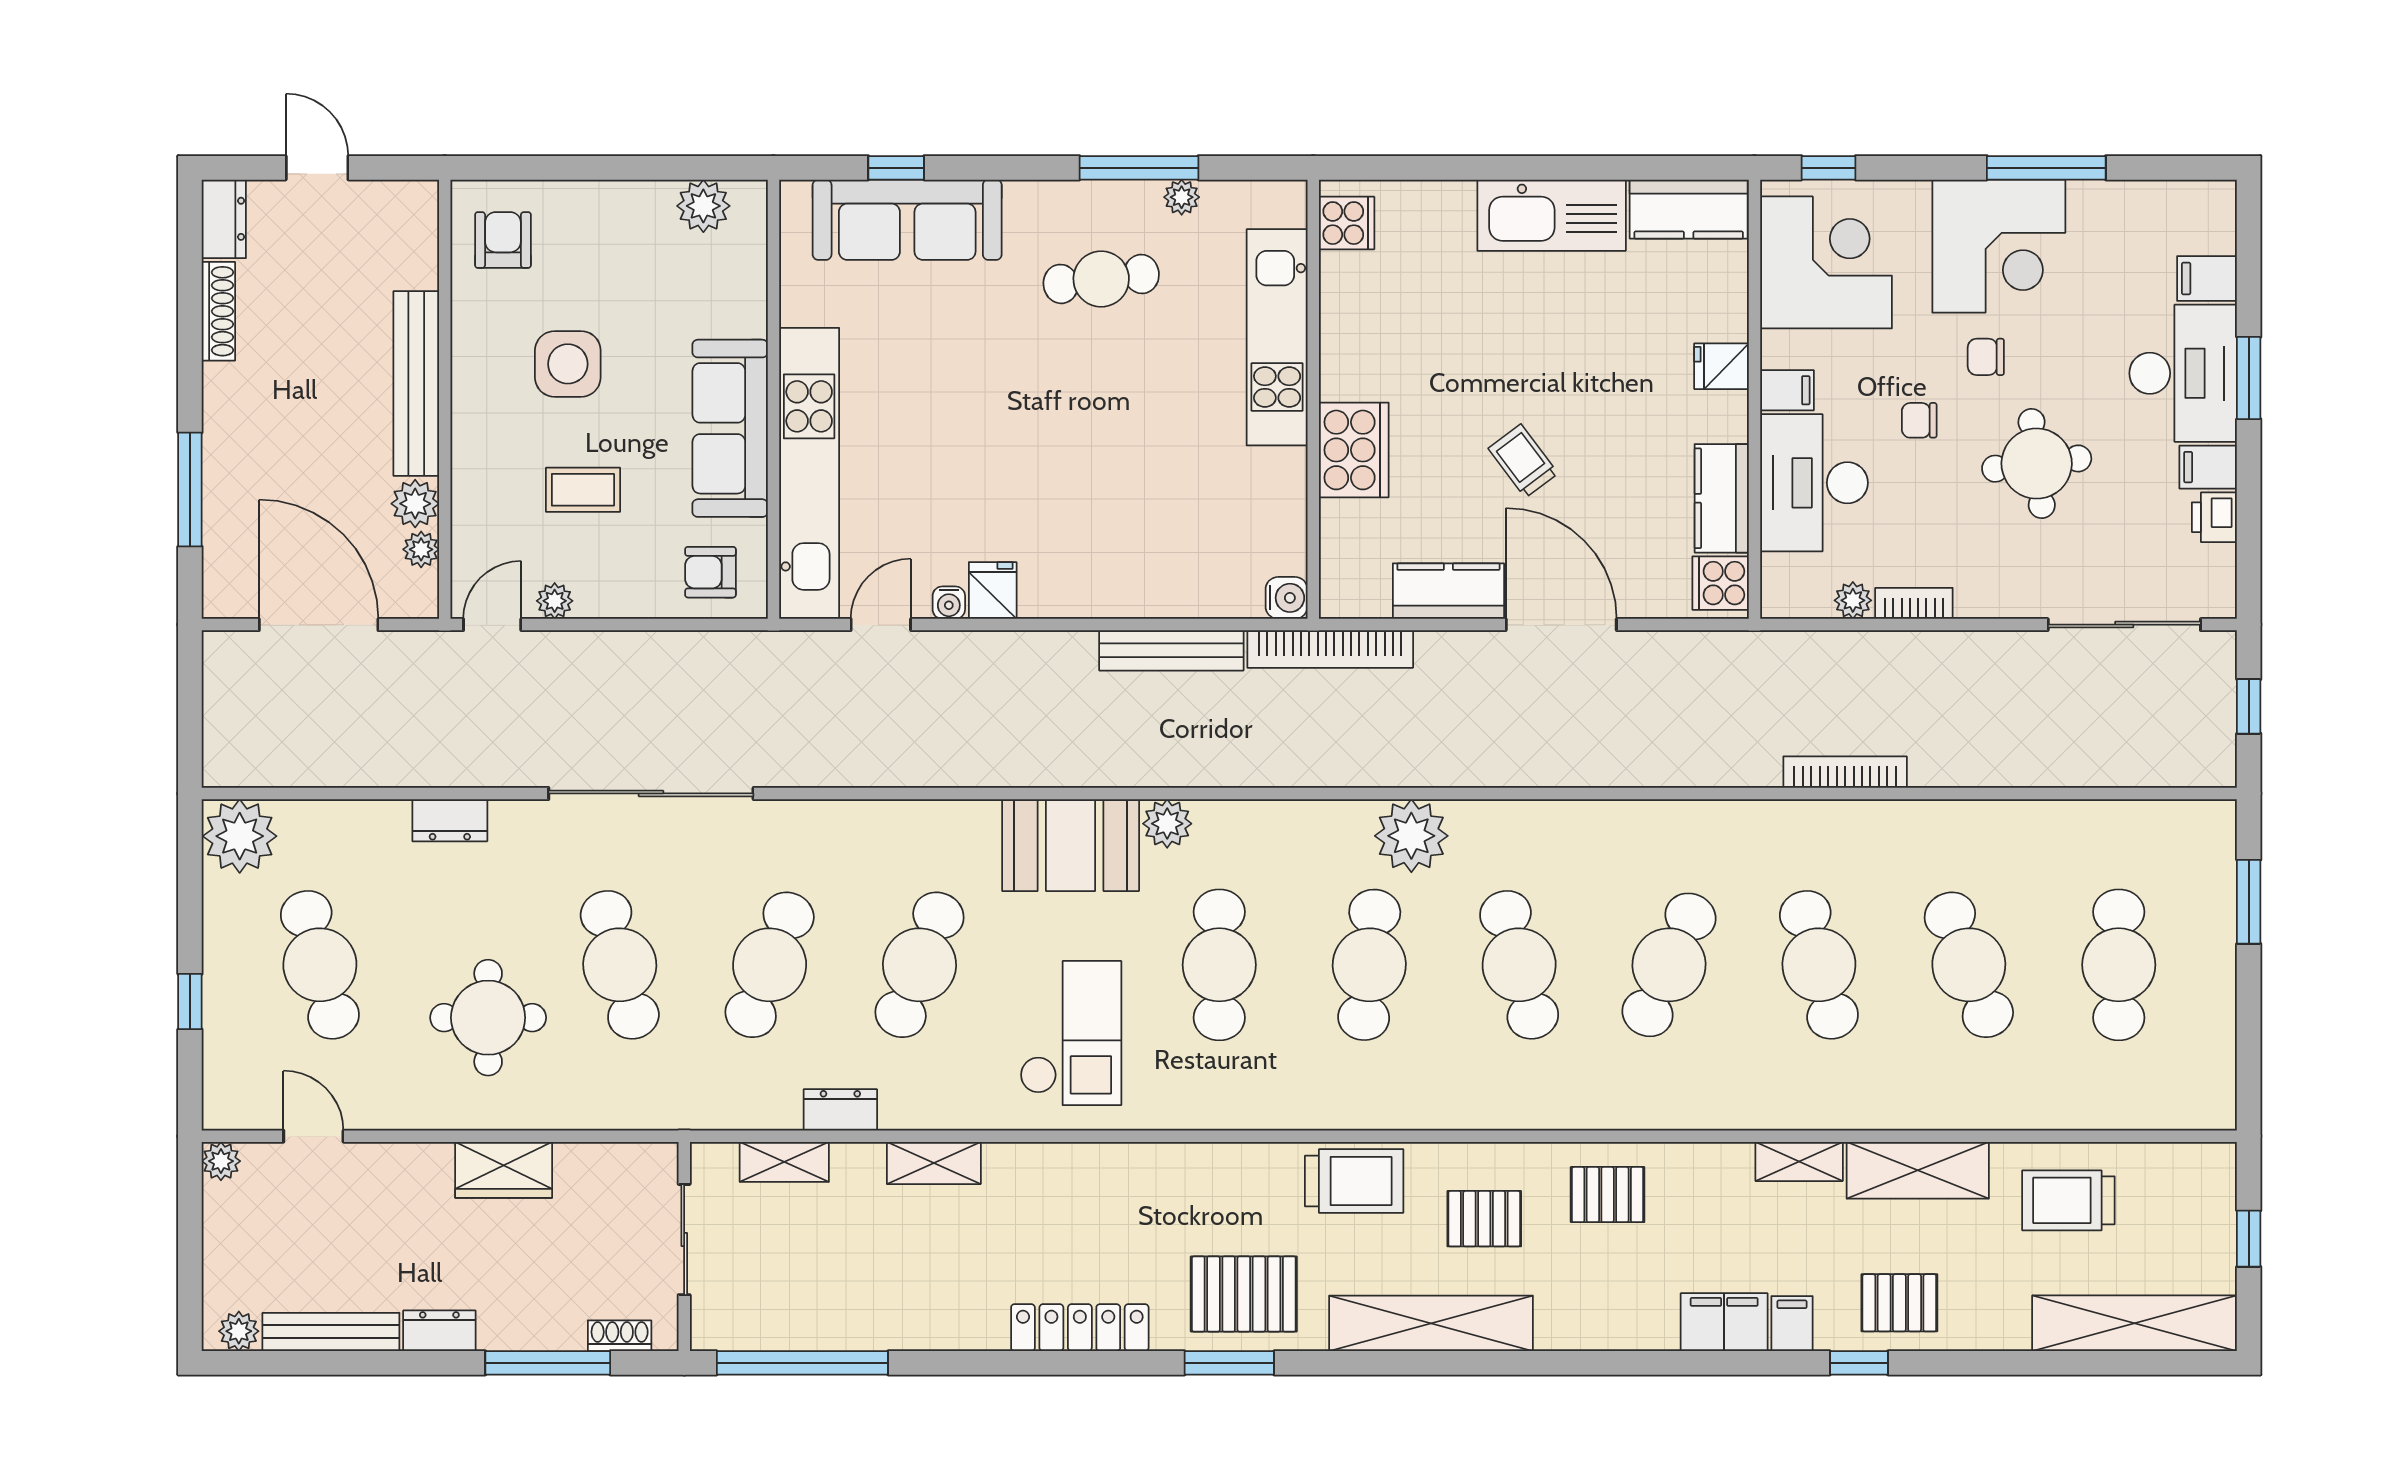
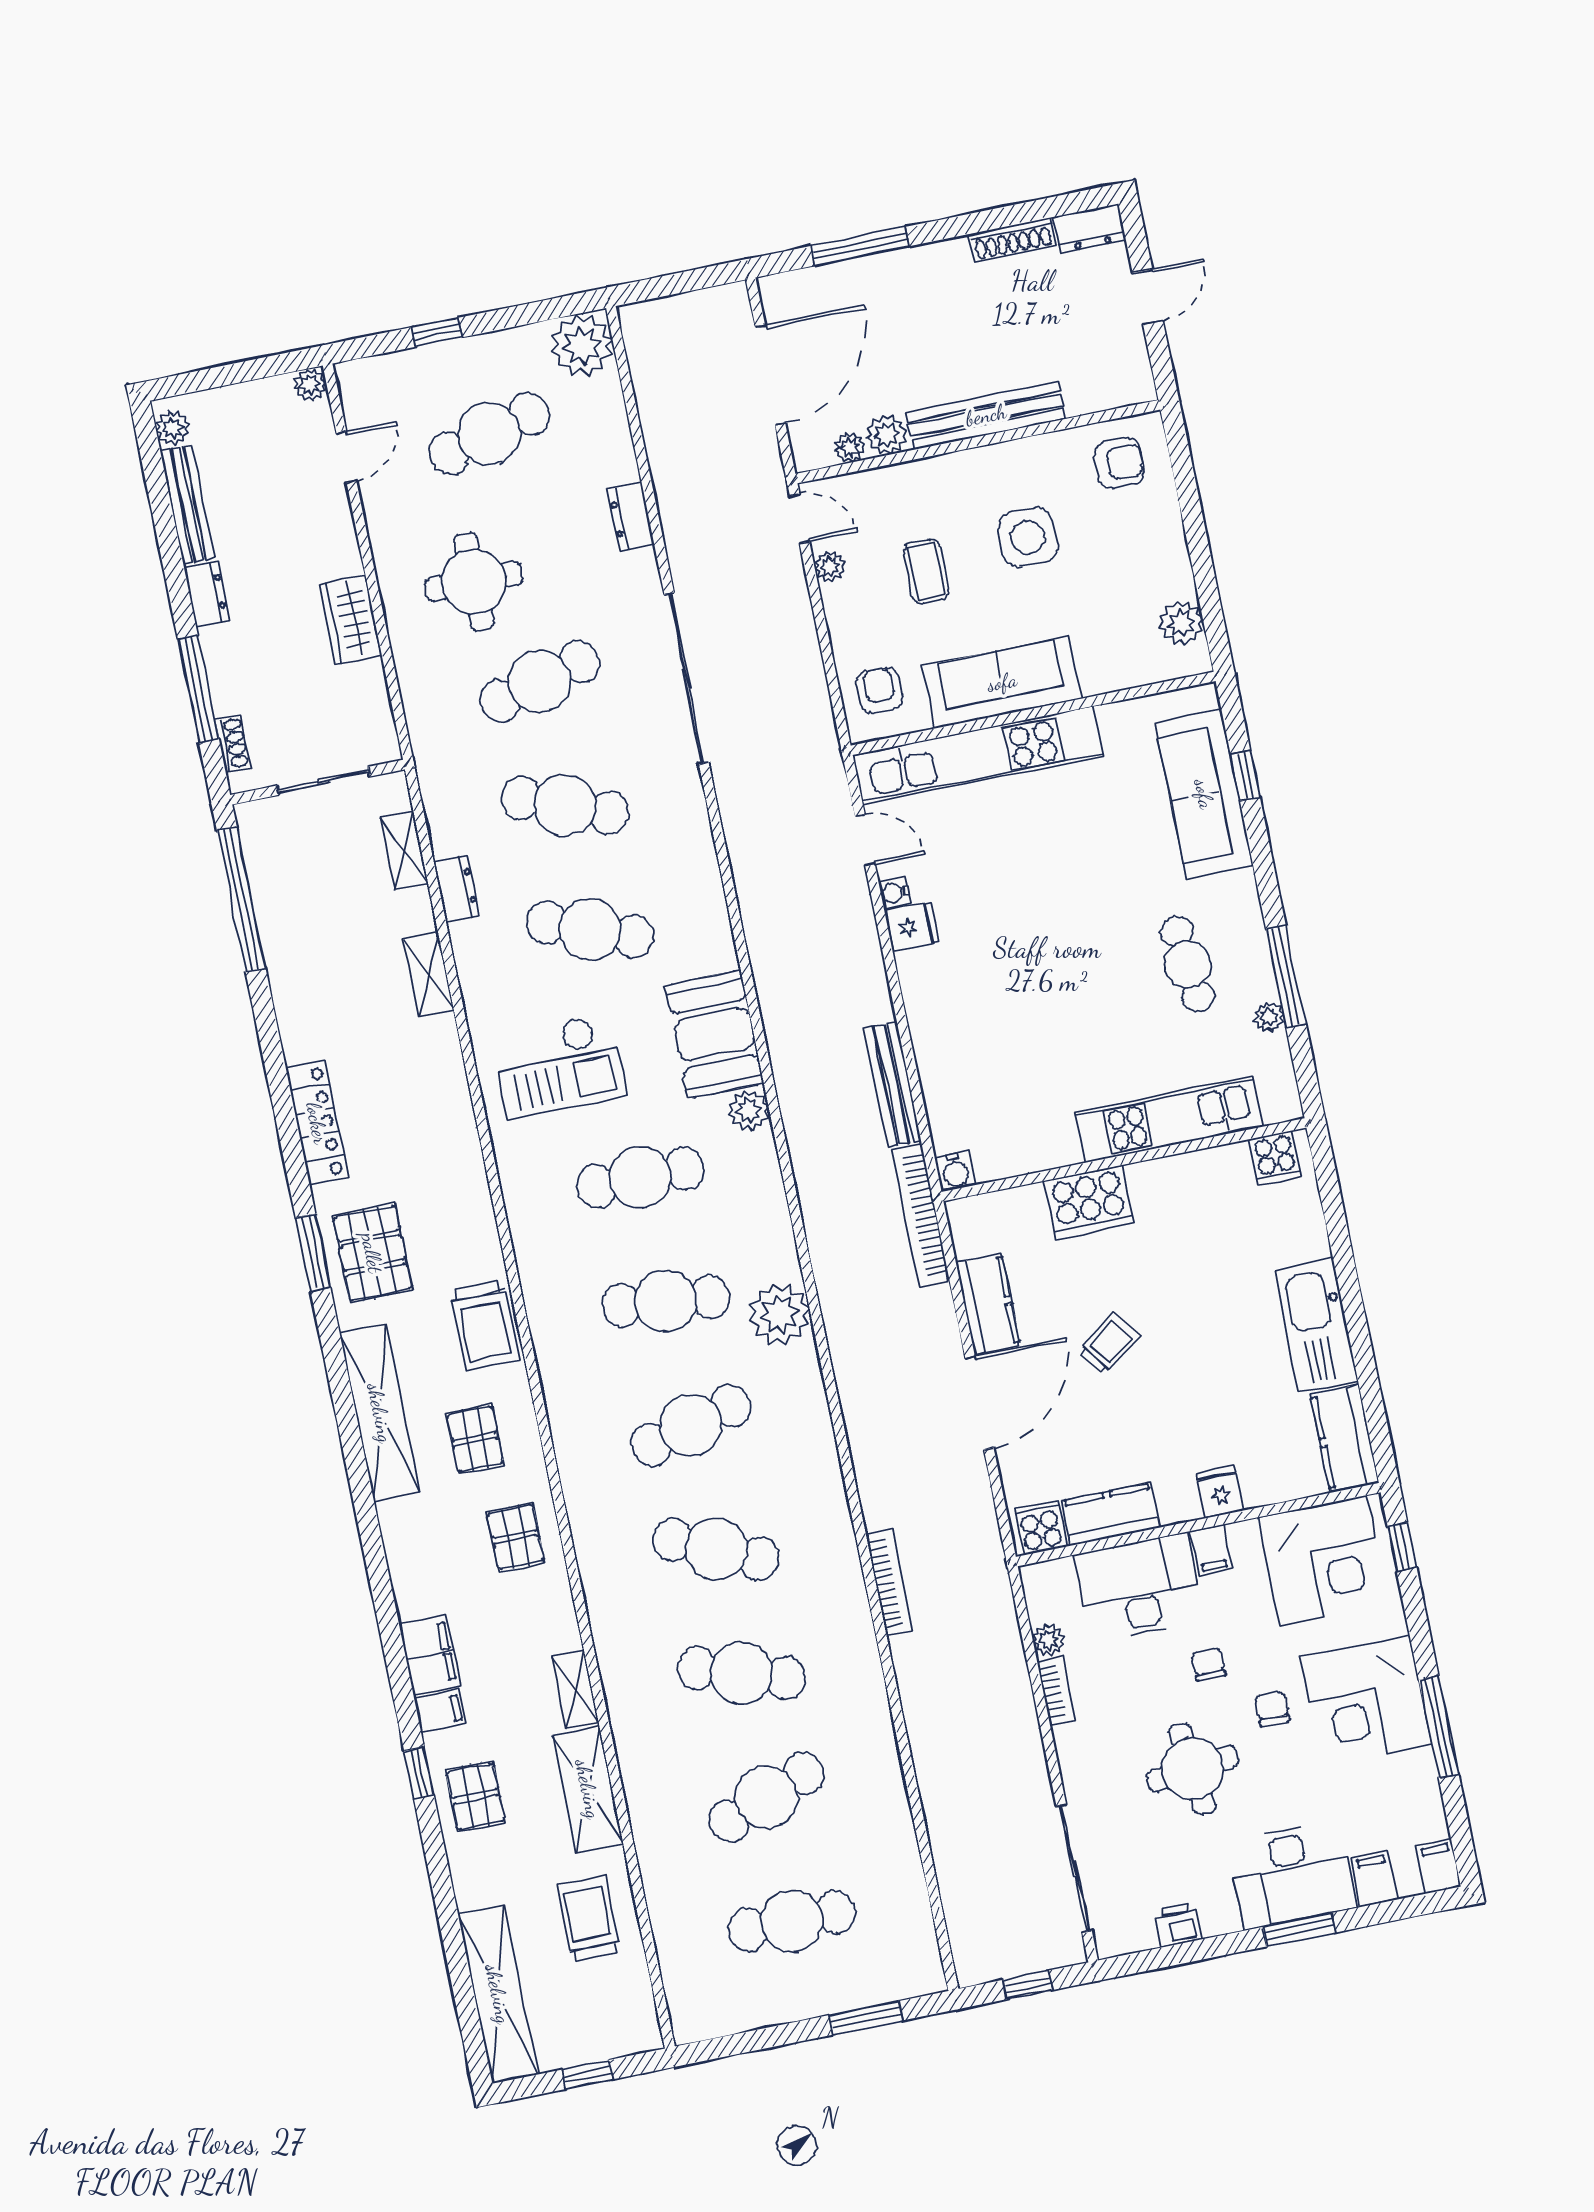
filing cabinet: (2208, 467) -> (1438, 1866), moved
bookcase: (1845, 772) -> (889, 1583), moved
cafe table: (1819, 965) -> (741, 1673), turned 33

